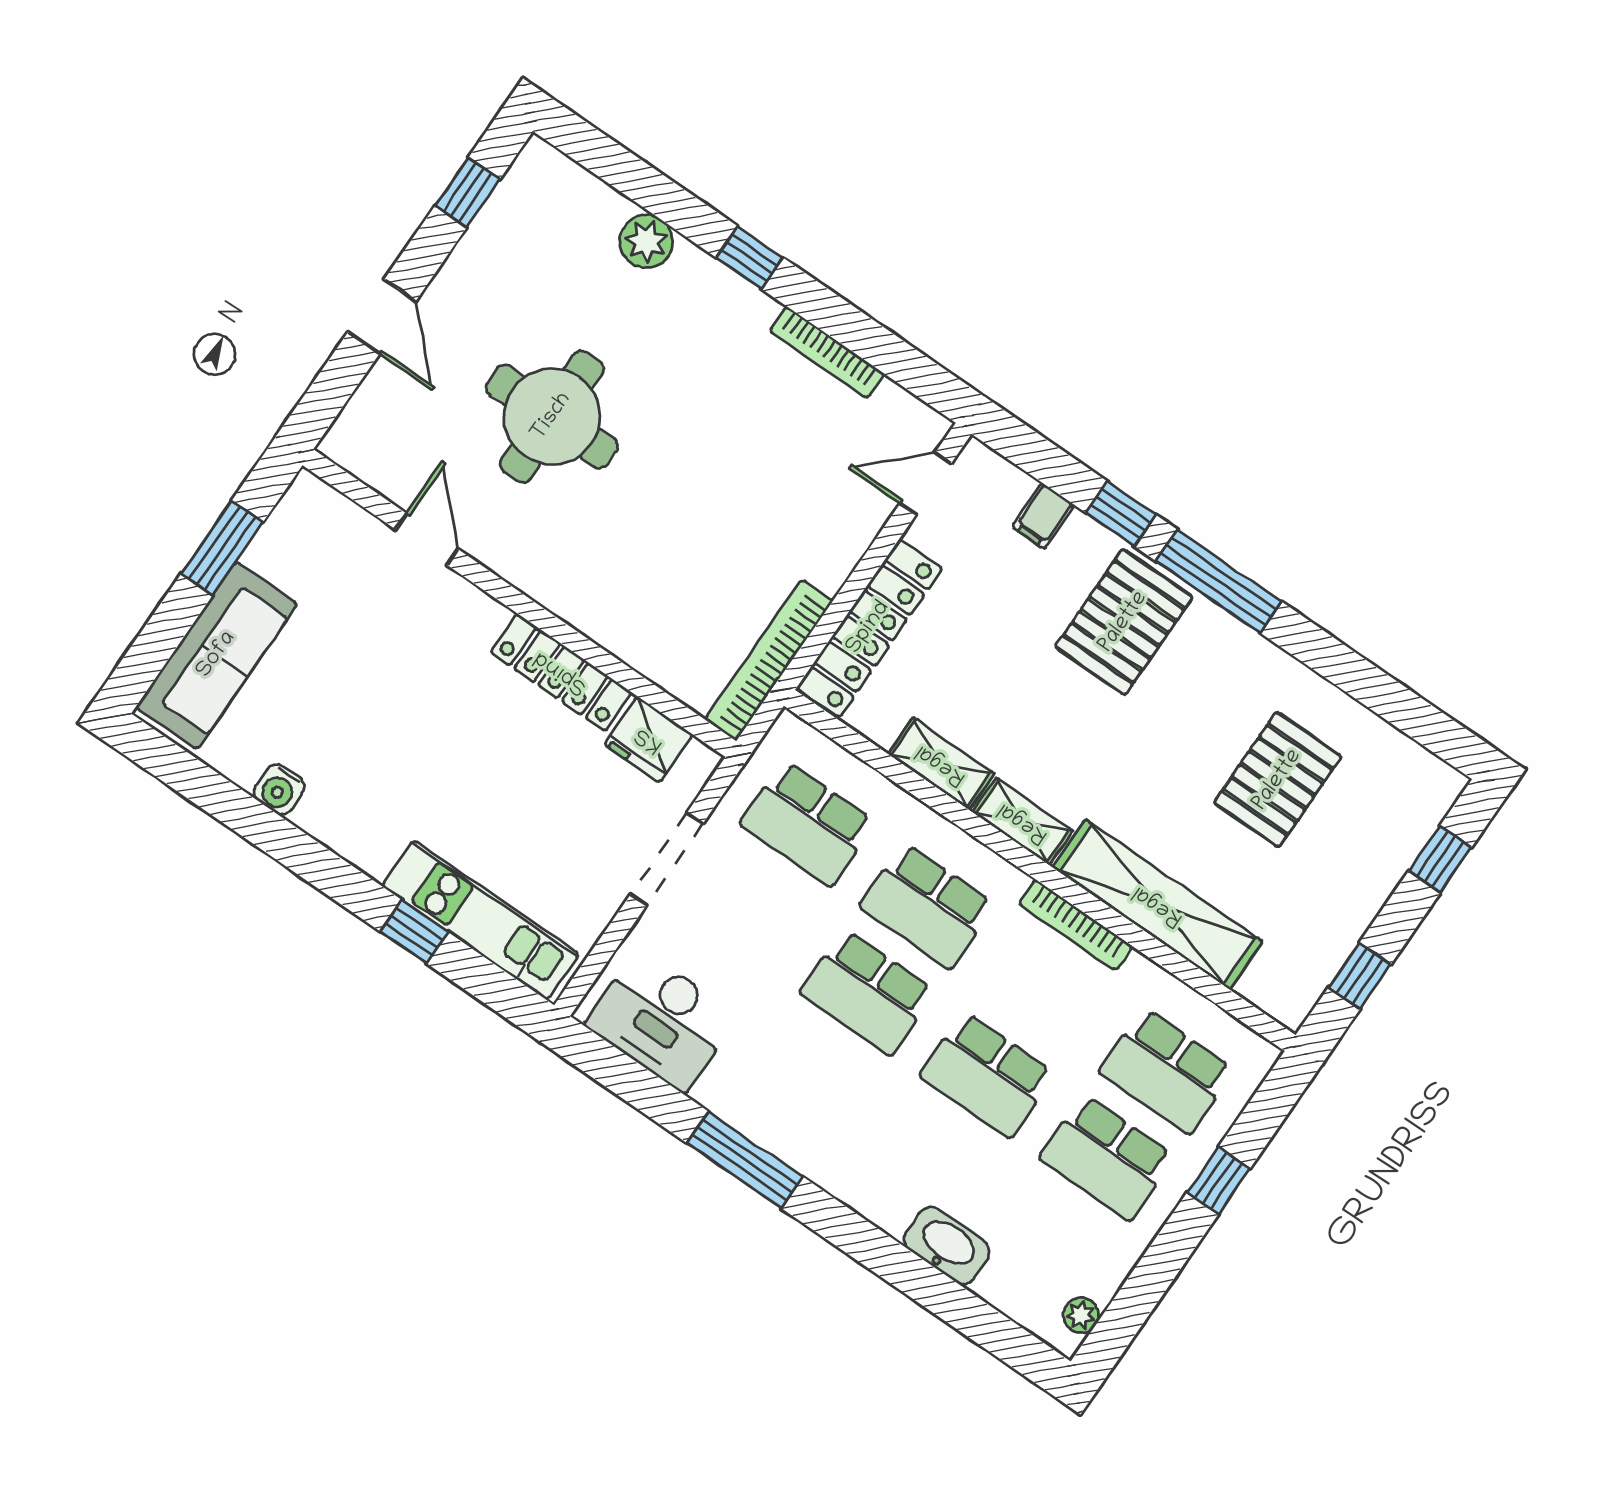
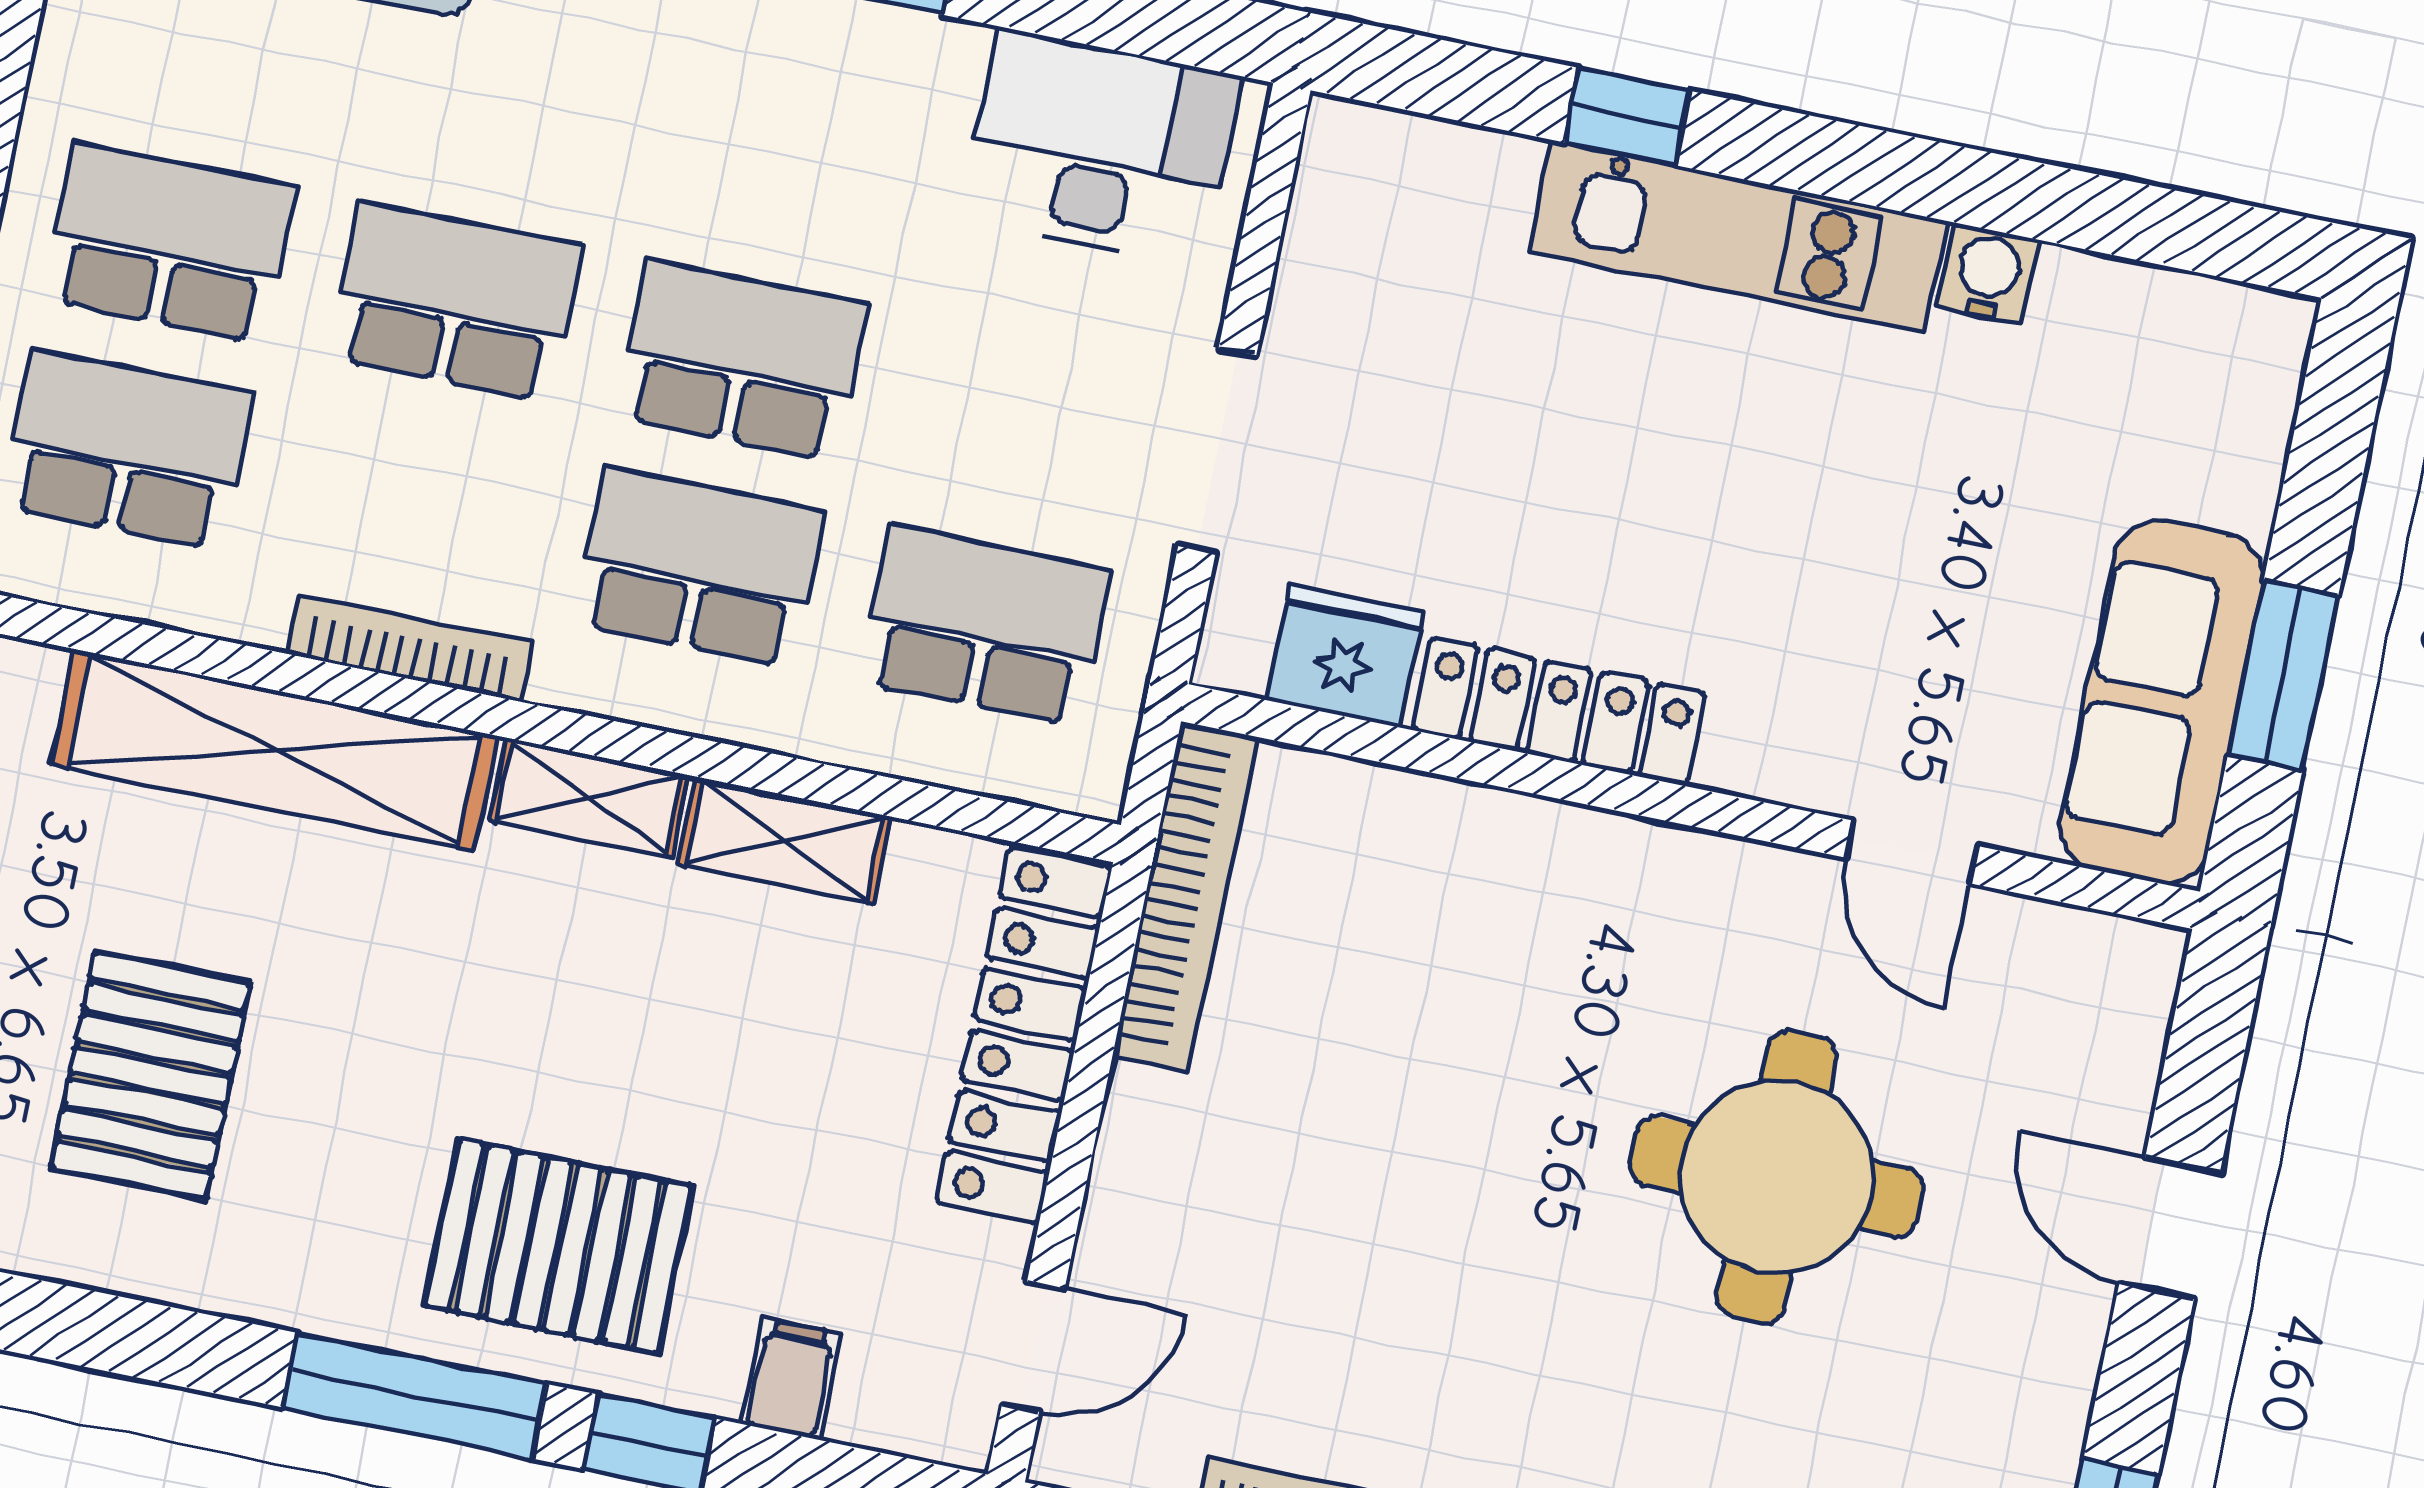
pallet: (1124, 622) -> (558, 1246), turned 90
sofa: (217, 655) -> (2162, 702), moved
kitchen unit: (481, 920) -> (1738, 236), moved

